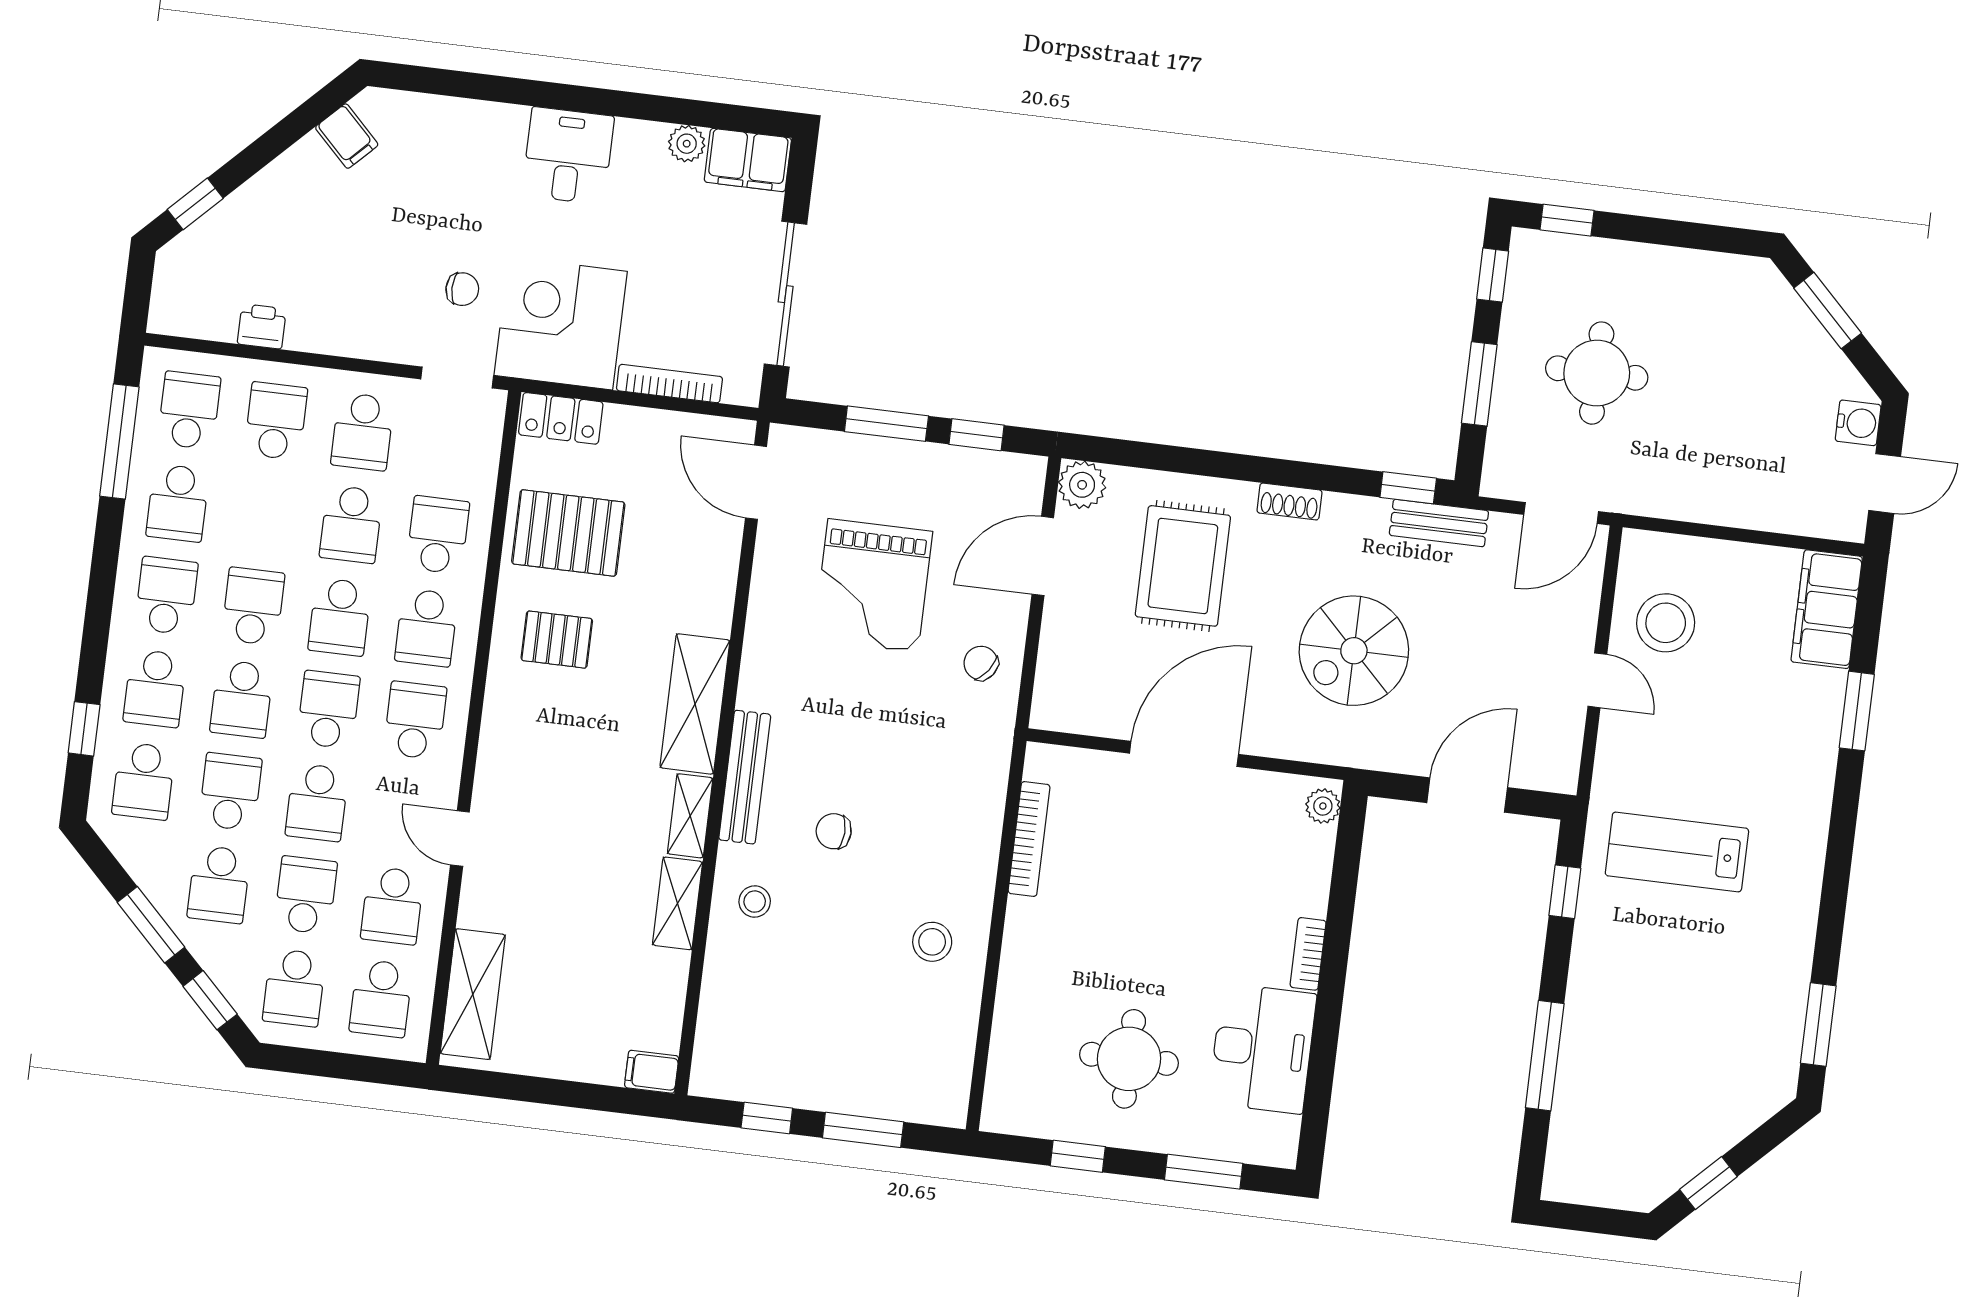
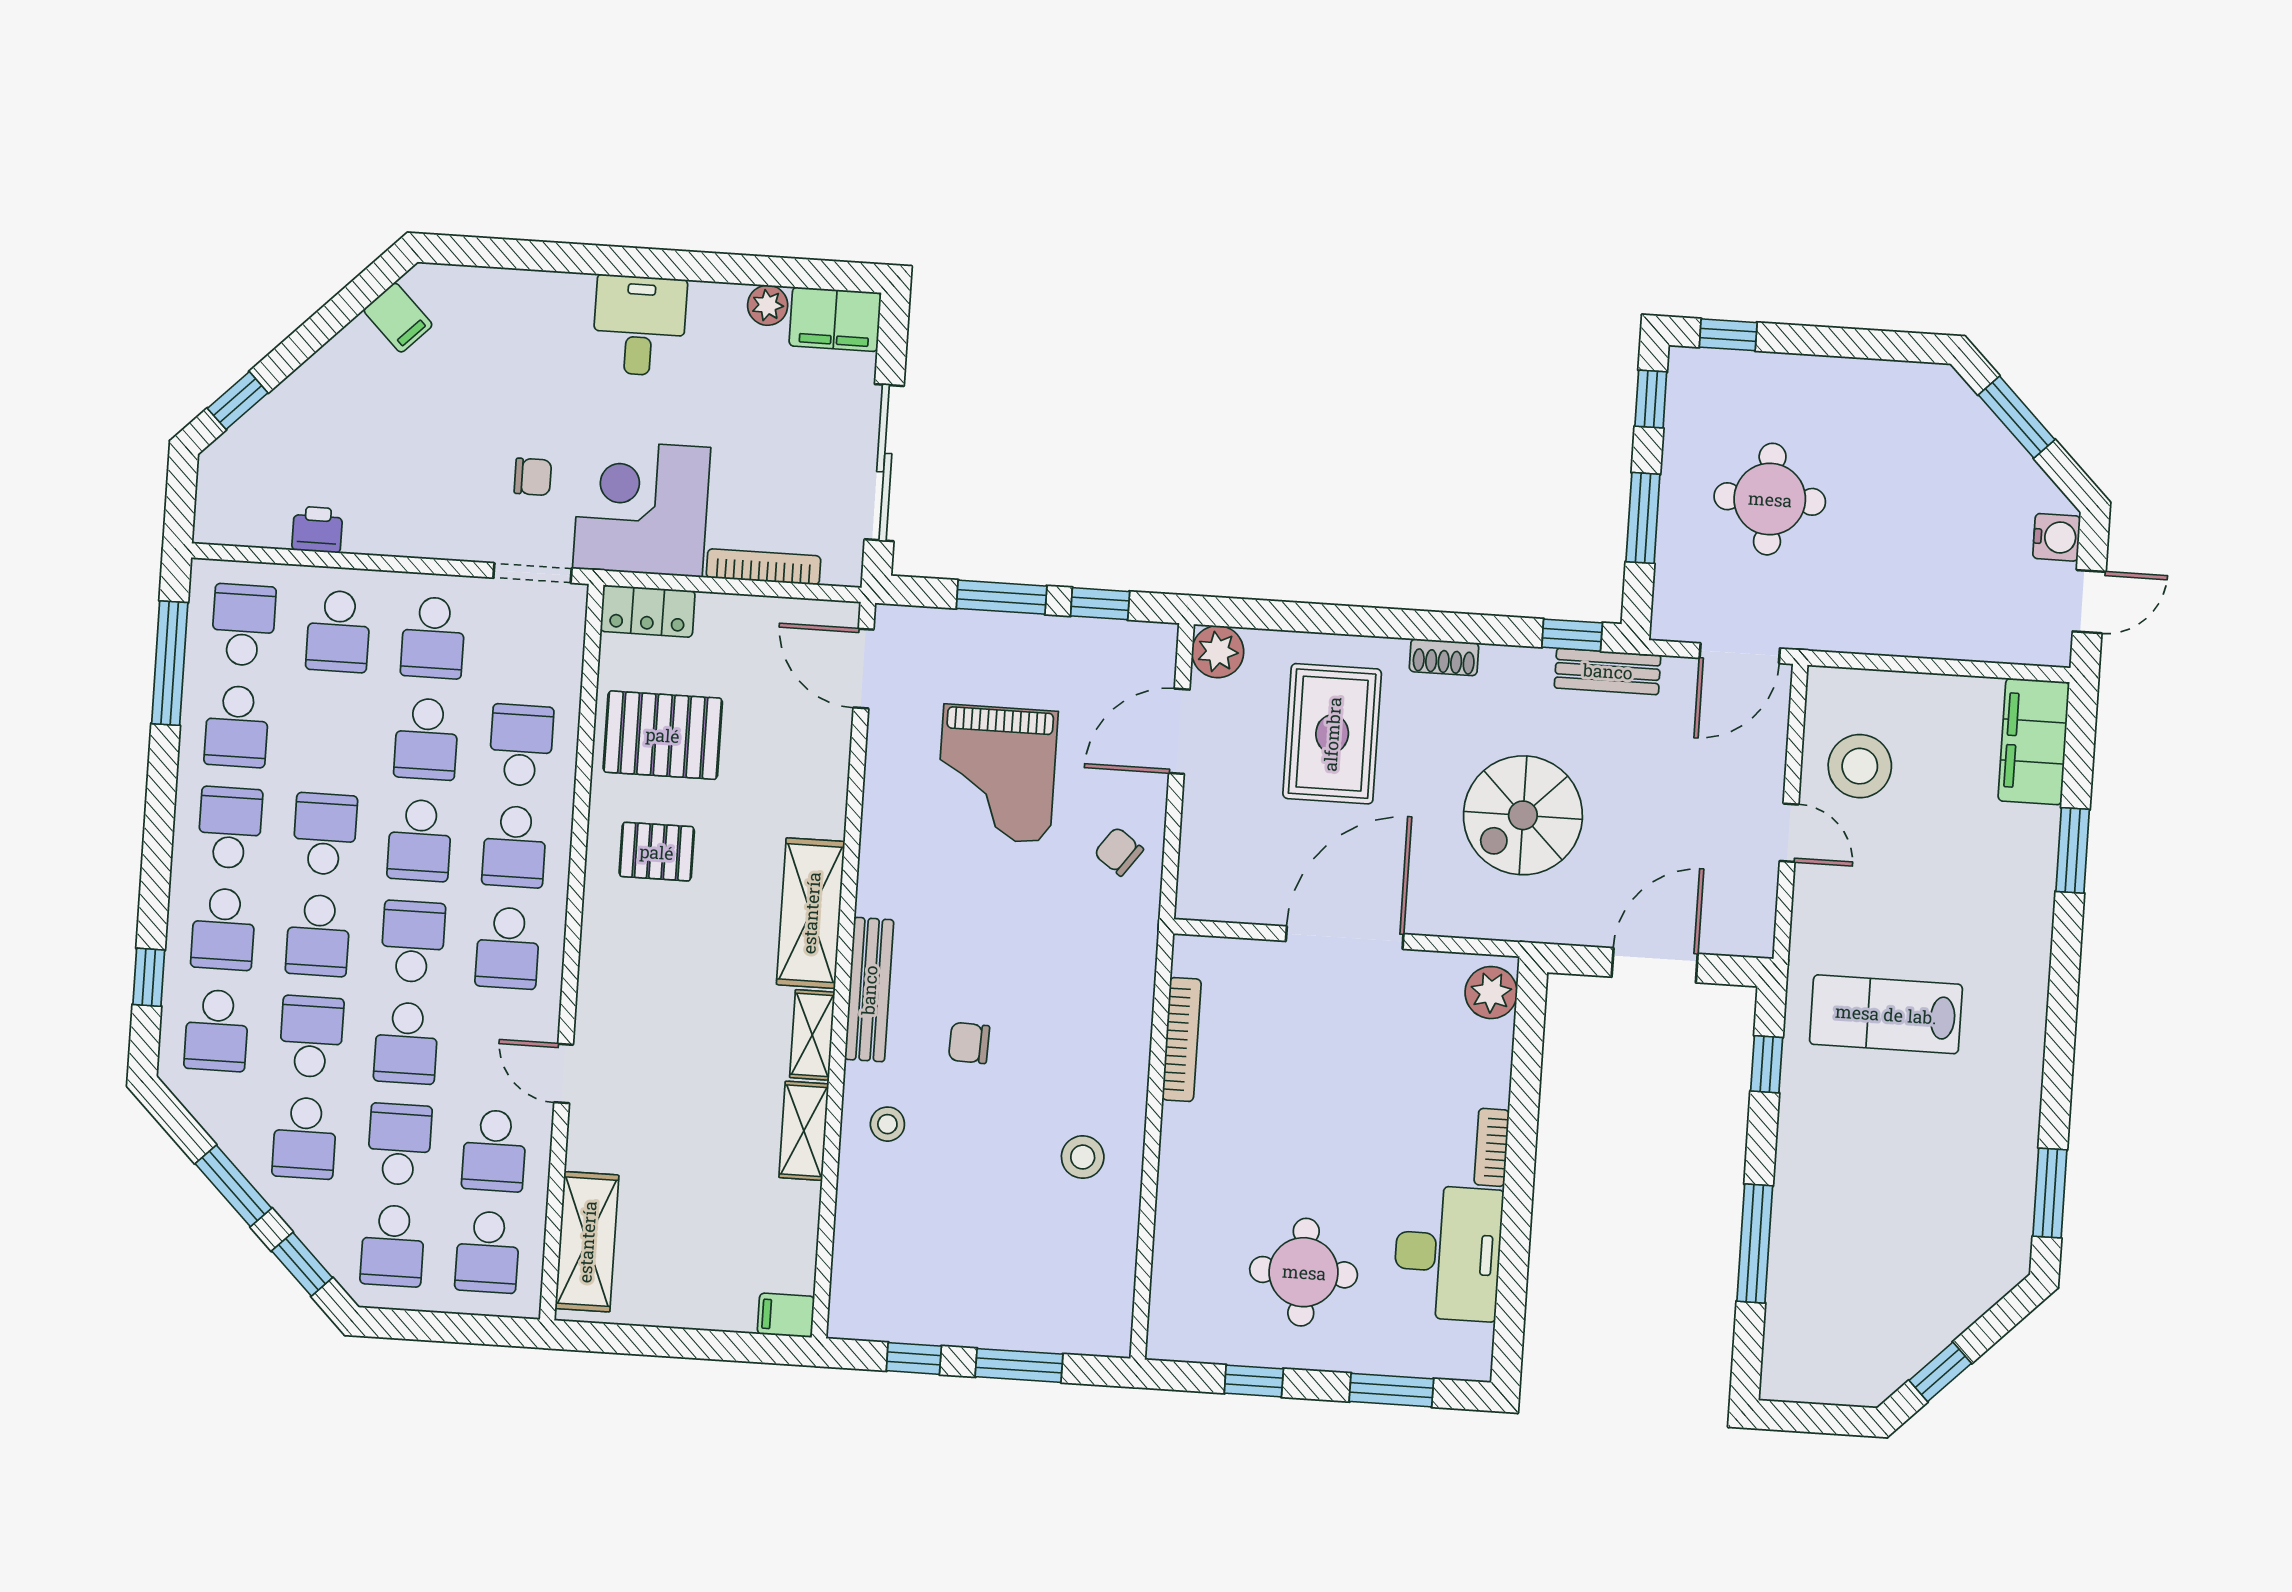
school desk: (276, 421) -> (338, 631), turned 180
school desk: (415, 720) -> (508, 948), turned 180
plant: (1323, 806) -> (1491, 993), width x1.38, depth x1.38

